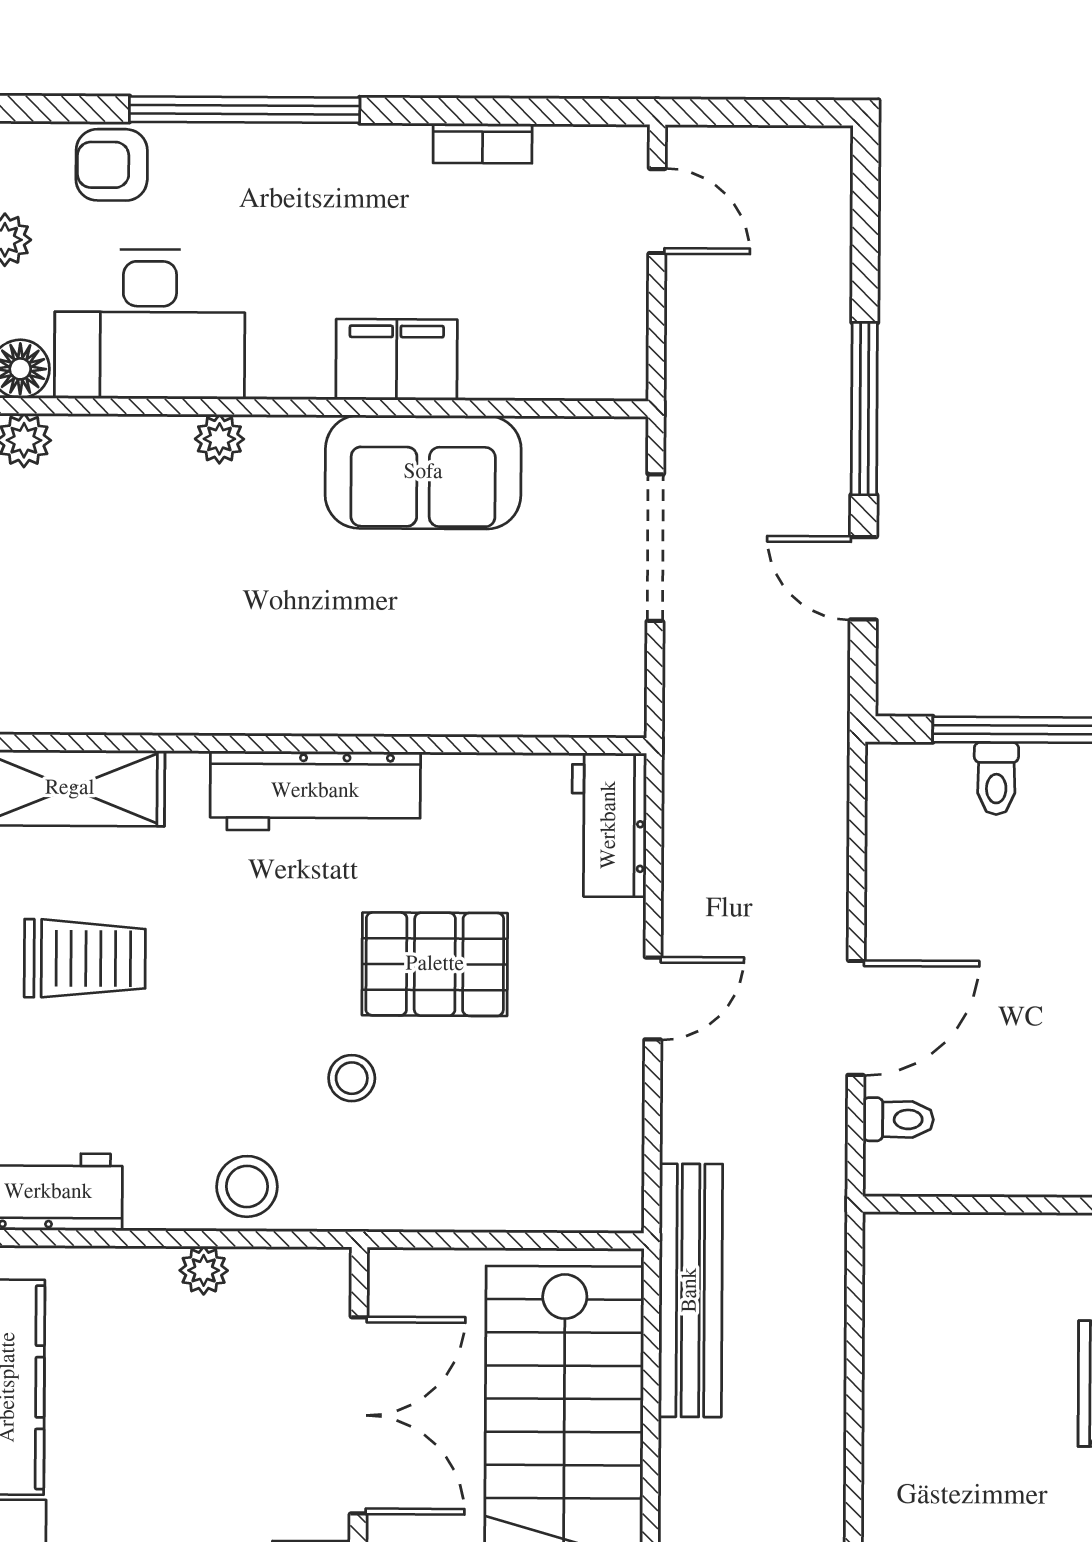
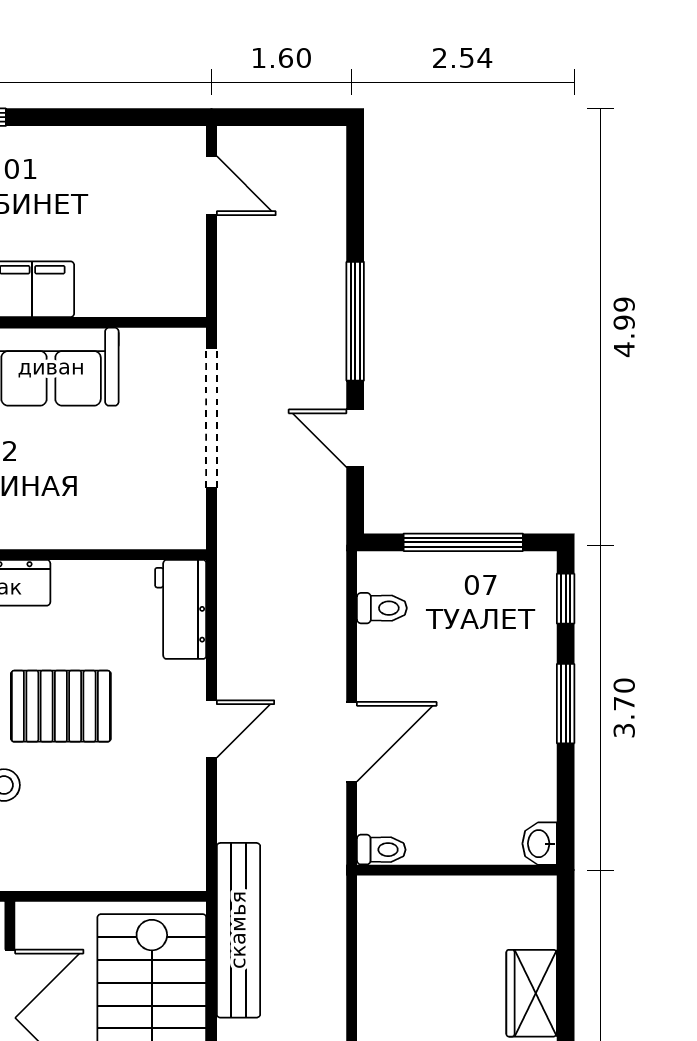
bookcase: (483, 143) -> (91, 140), removed
doorway: (655, 548) -> (211, 418), width x1.36
toilet: (996, 778) -> (382, 608), moved, turned -90
toilet: (898, 1119) -> (381, 850), moved

